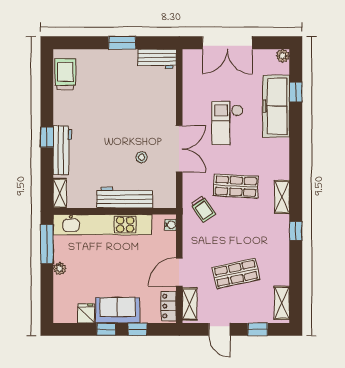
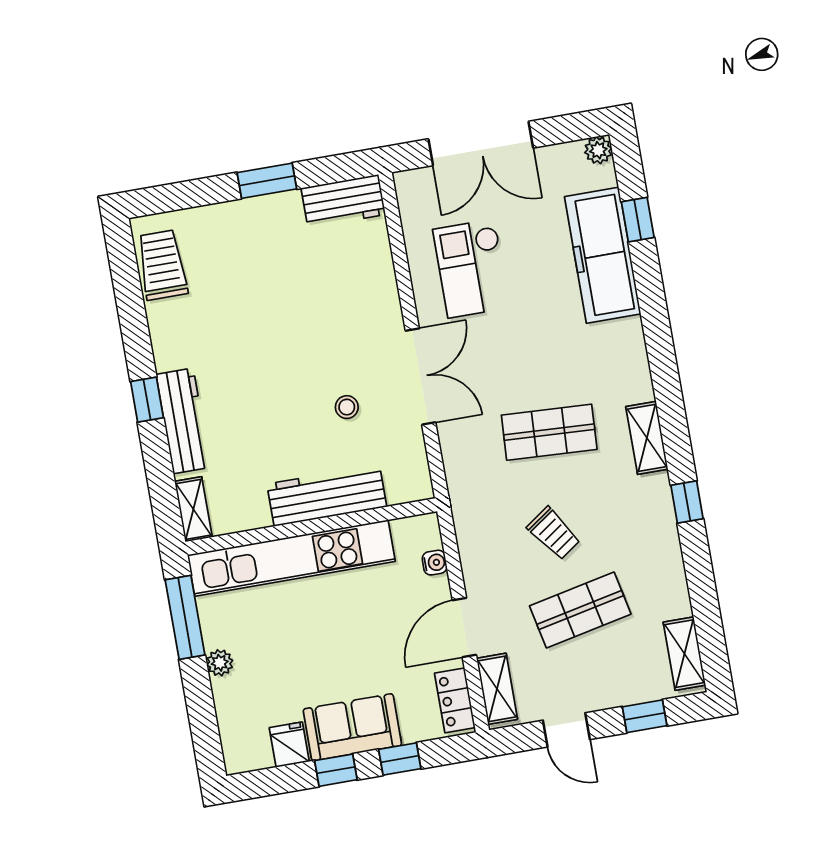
checkout: (227, 123) -> (471, 268), moved
trolley: (203, 209) -> (554, 533), moved
water cooler: (170, 225) -> (435, 563), moved

